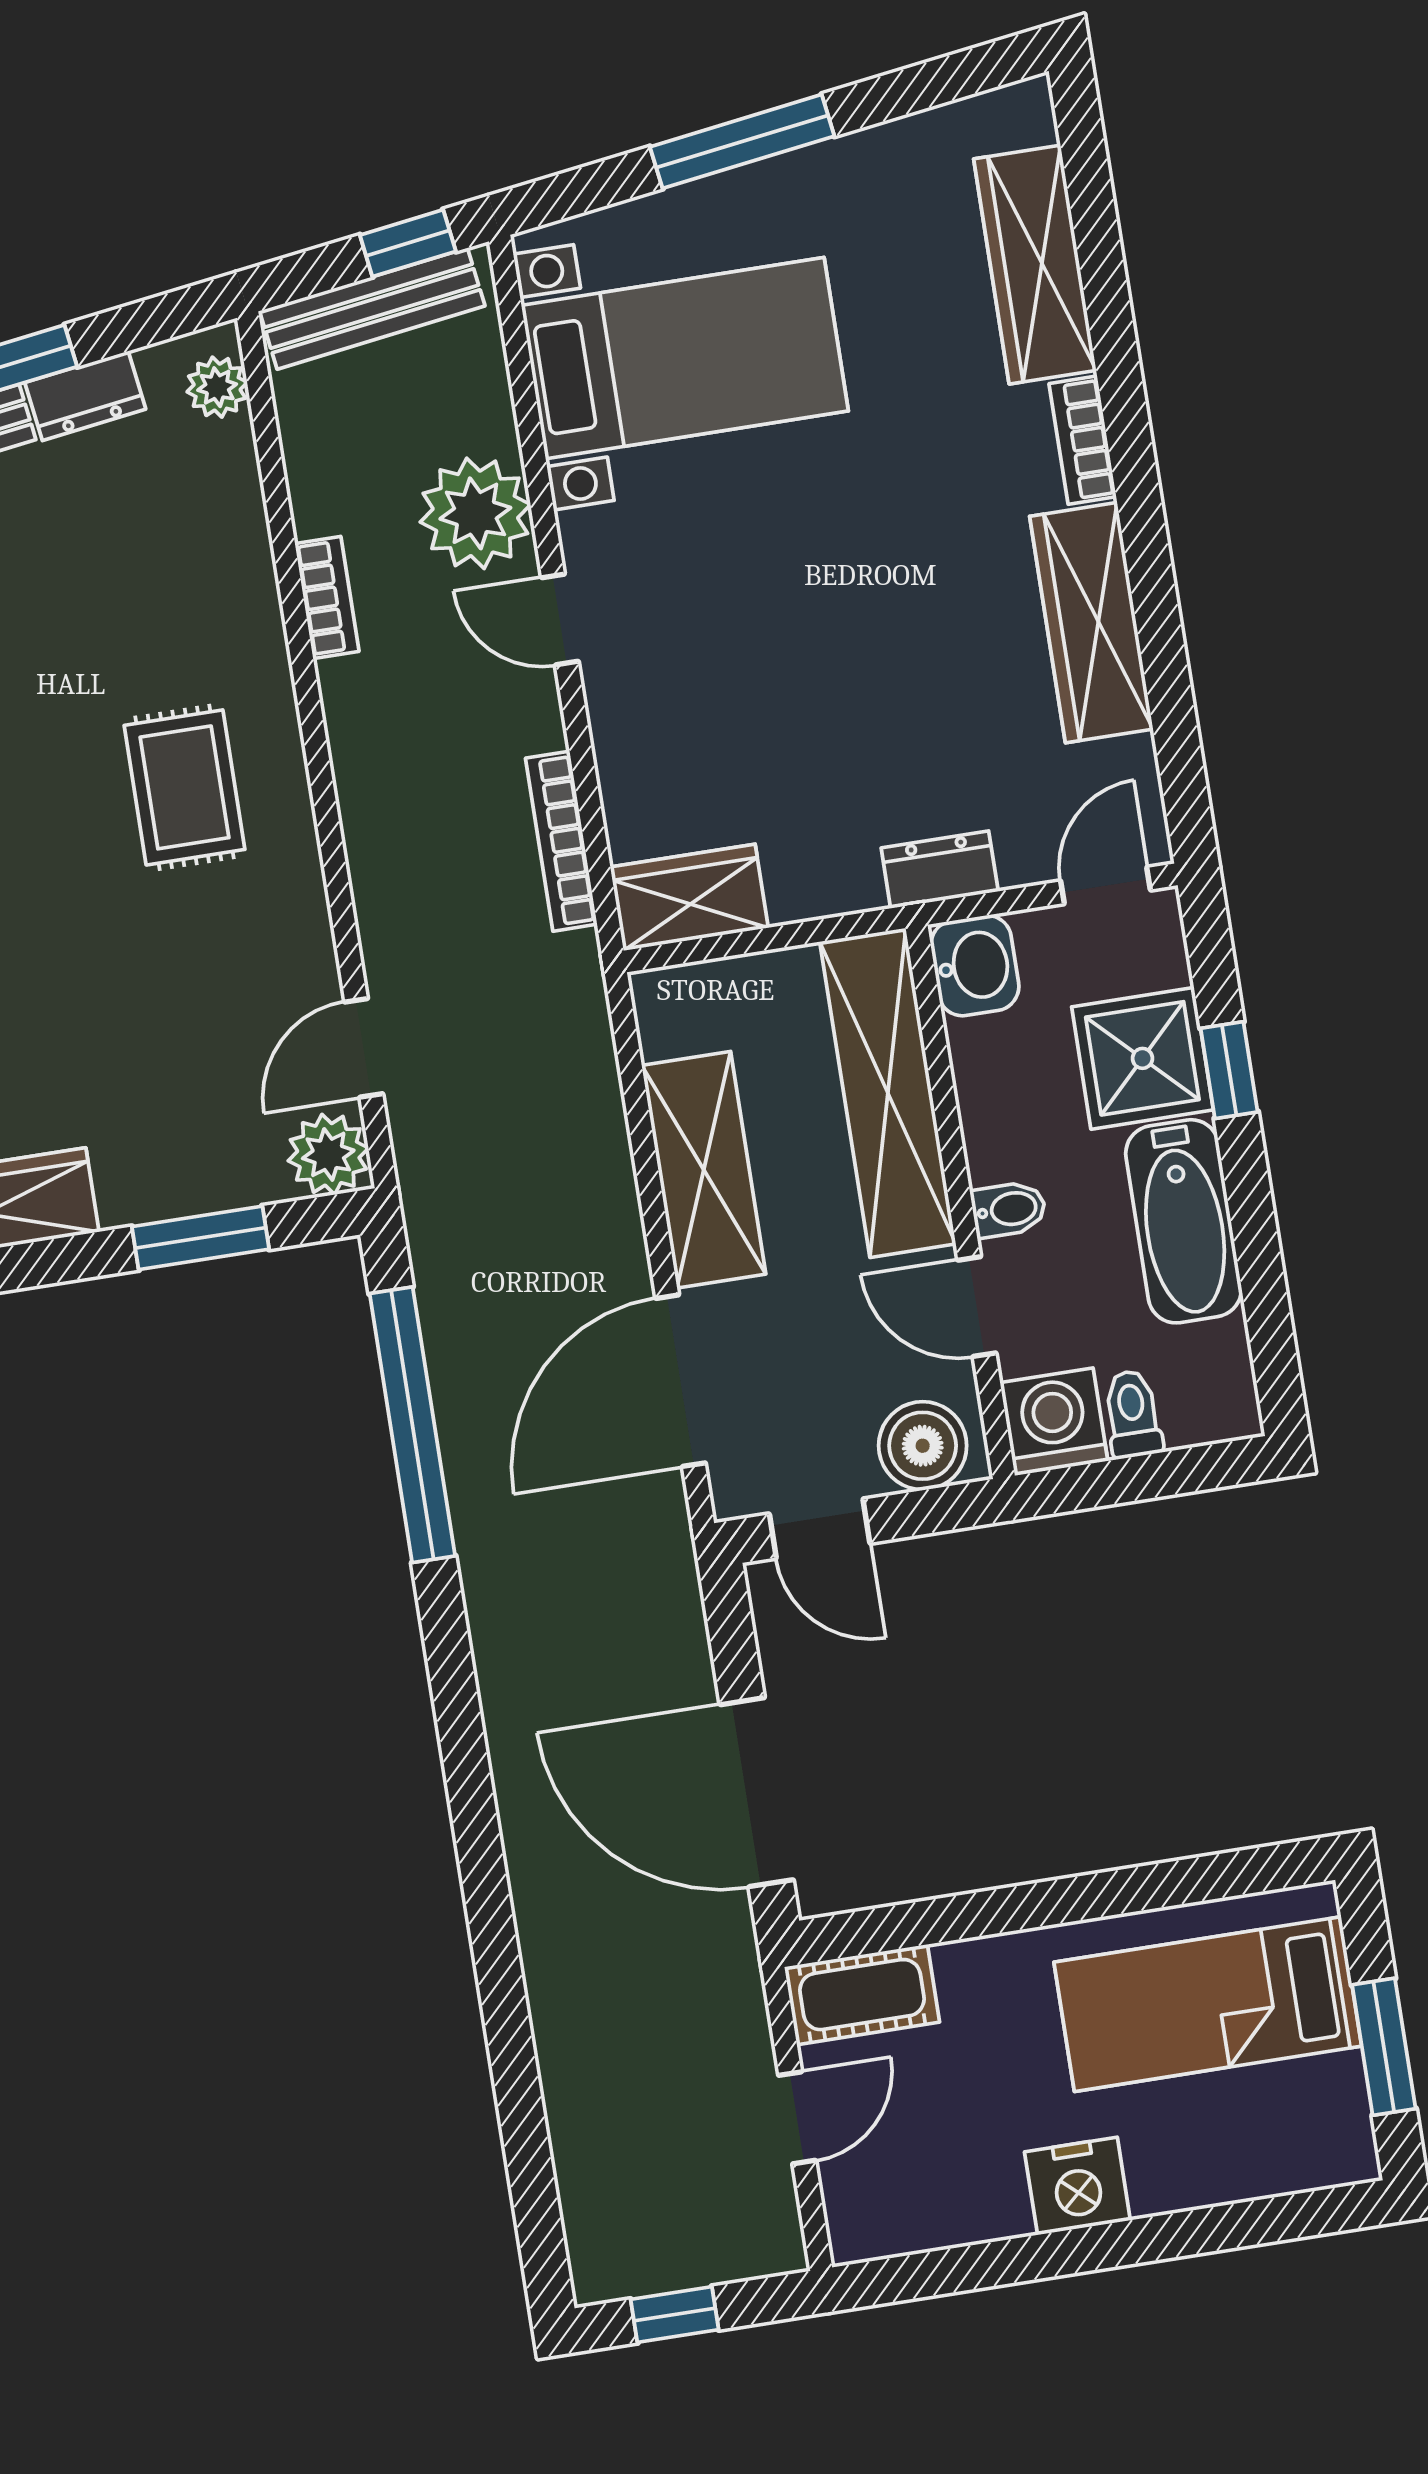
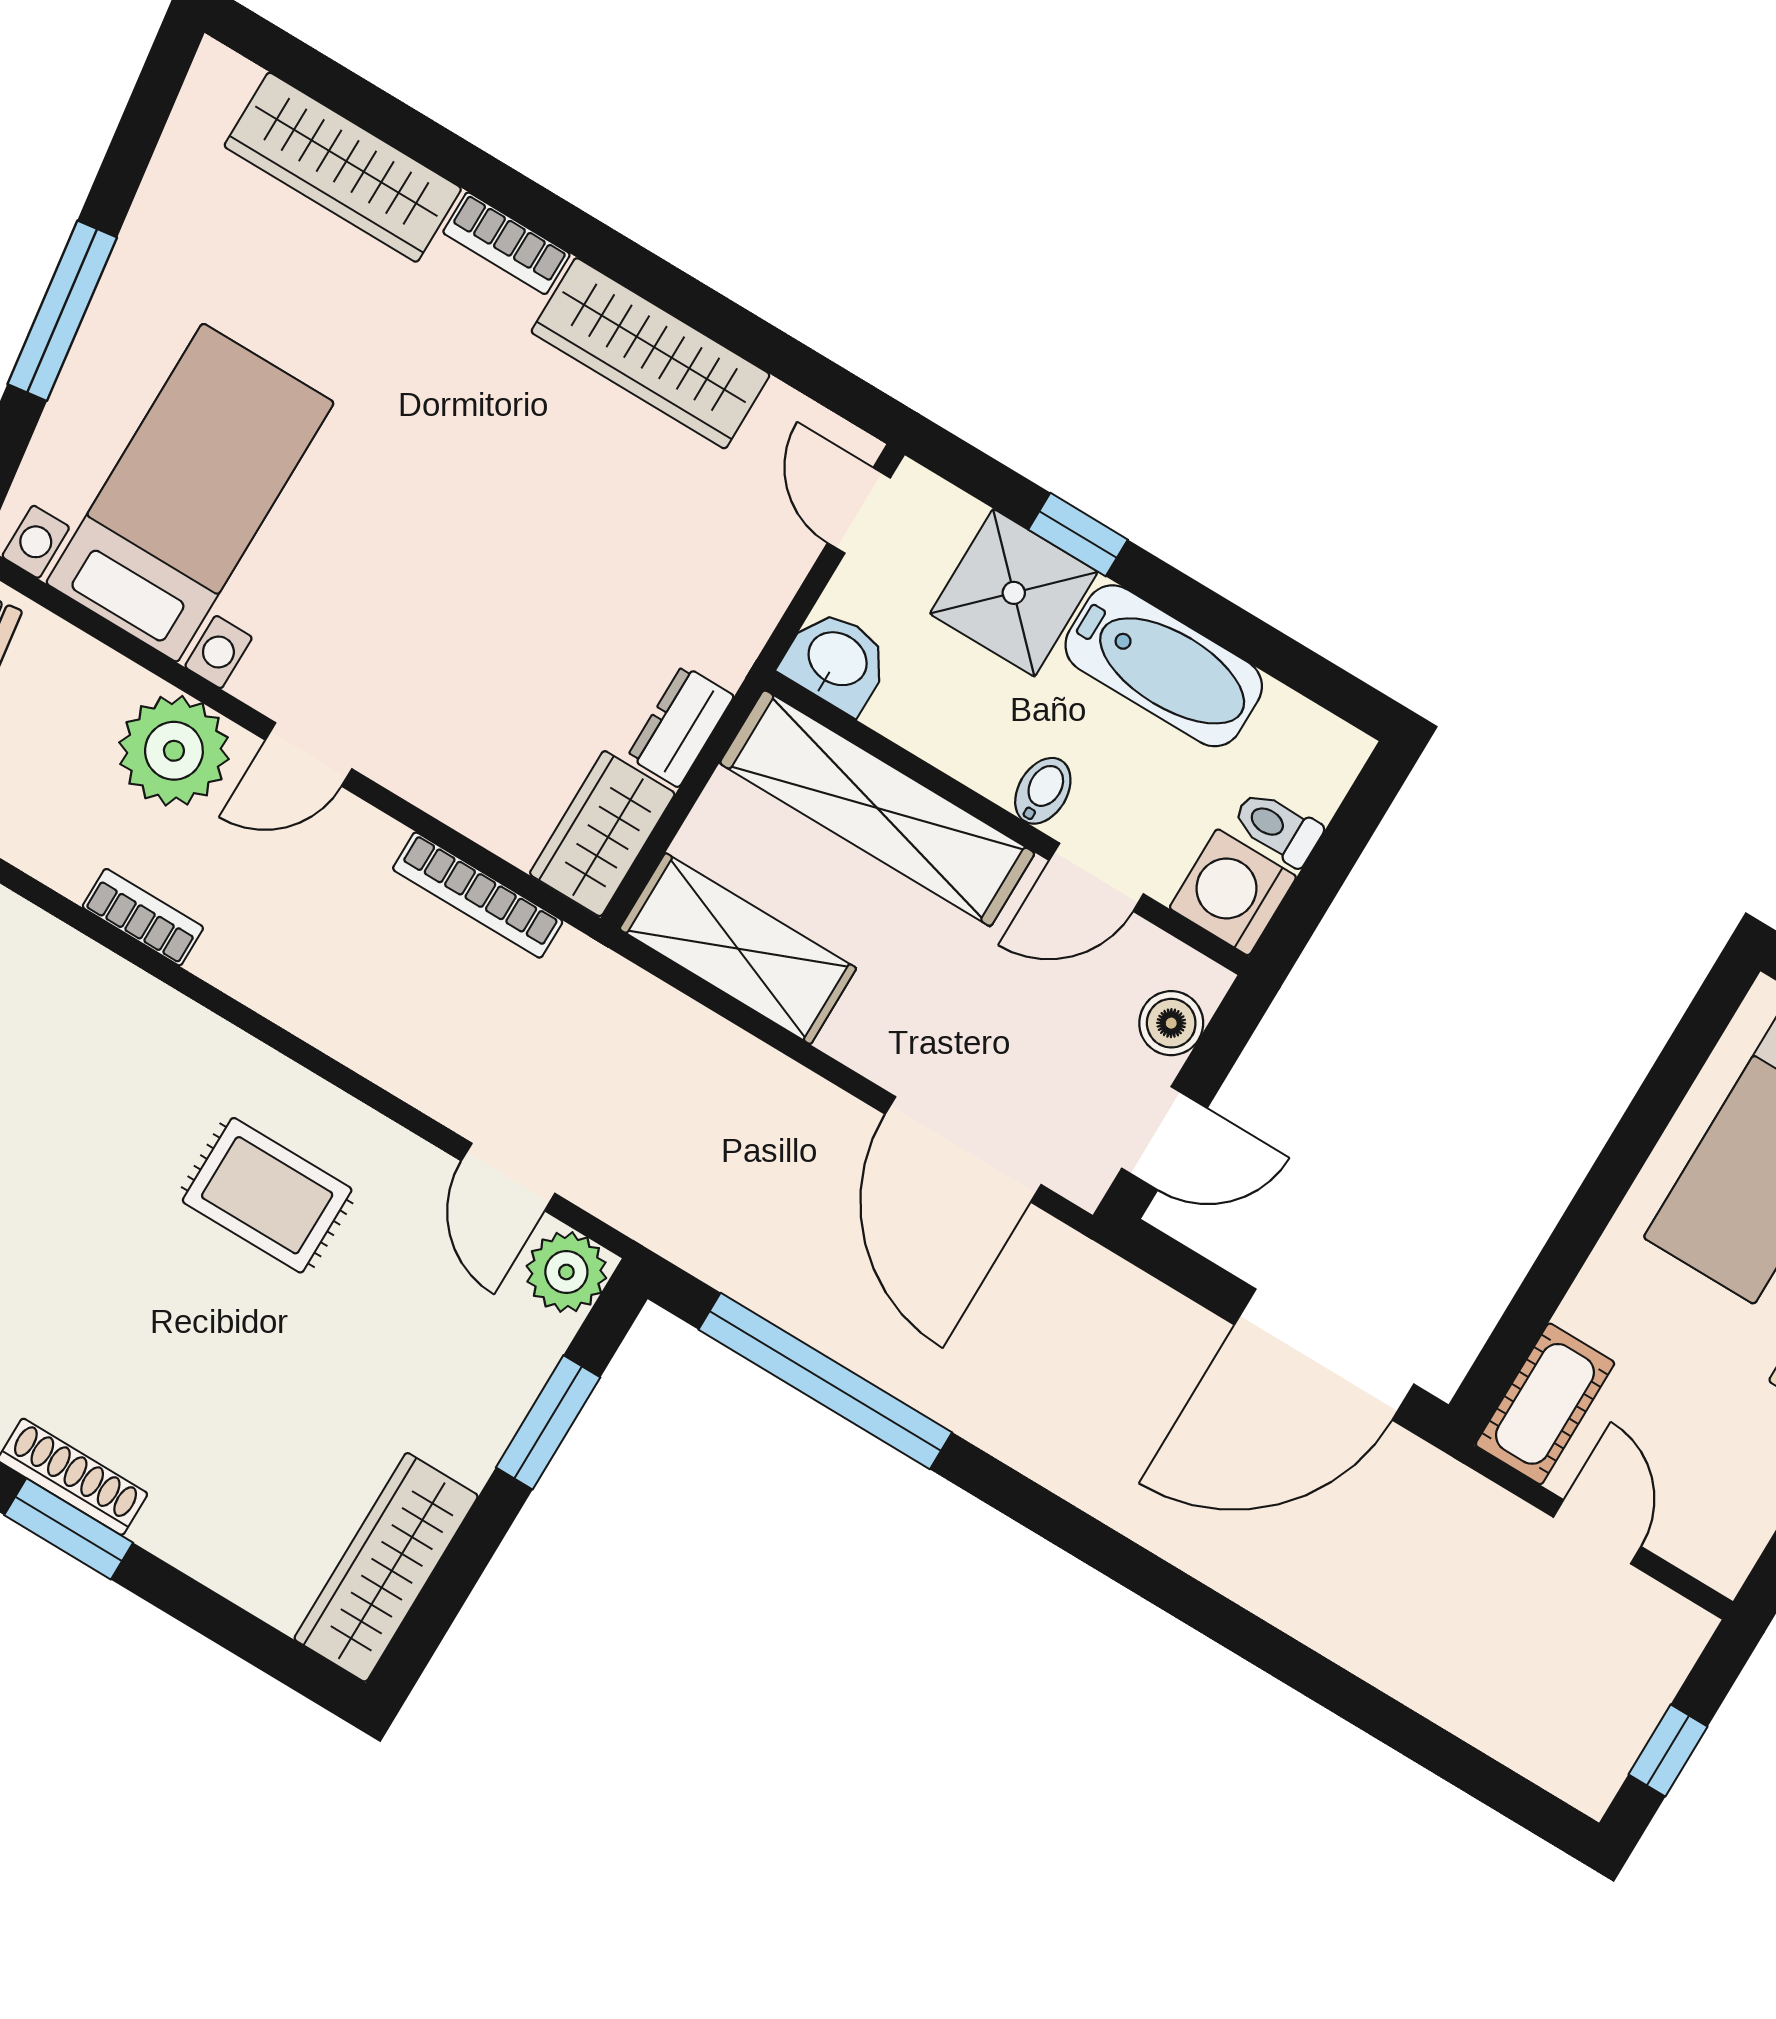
rug: (184, 787) -> (267, 1195), moved
dresser: (940, 870) -> (681, 726), moved
shelving: (704, 1170) -> (738, 949), moved
boiler: (923, 1446) -> (1171, 1023), width x0.73, depth x0.73

